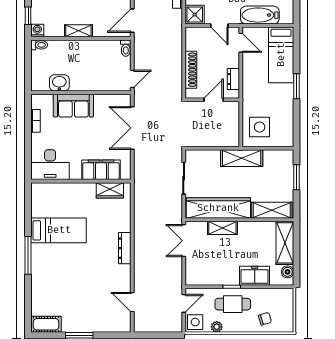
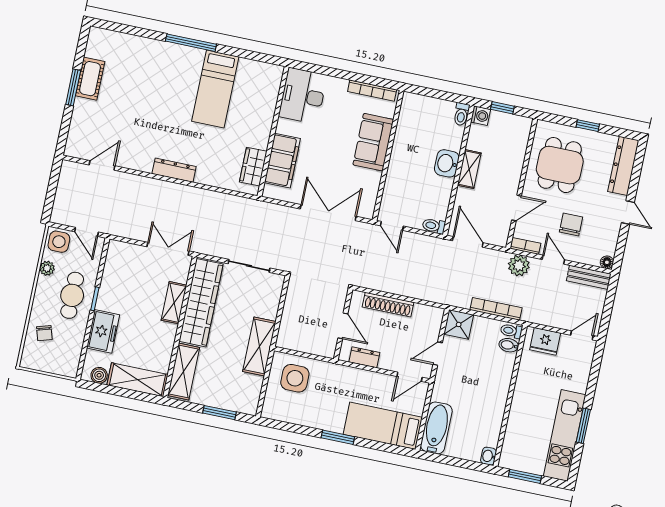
bathtub: (260, 15) -> (436, 428), moved
washbasin: (59, 83) -> (447, 163), moved, turned 180
bookcase: (36, 121) -> (372, 91), width x1.56
cot: (46, 324) -> (90, 79), moved

